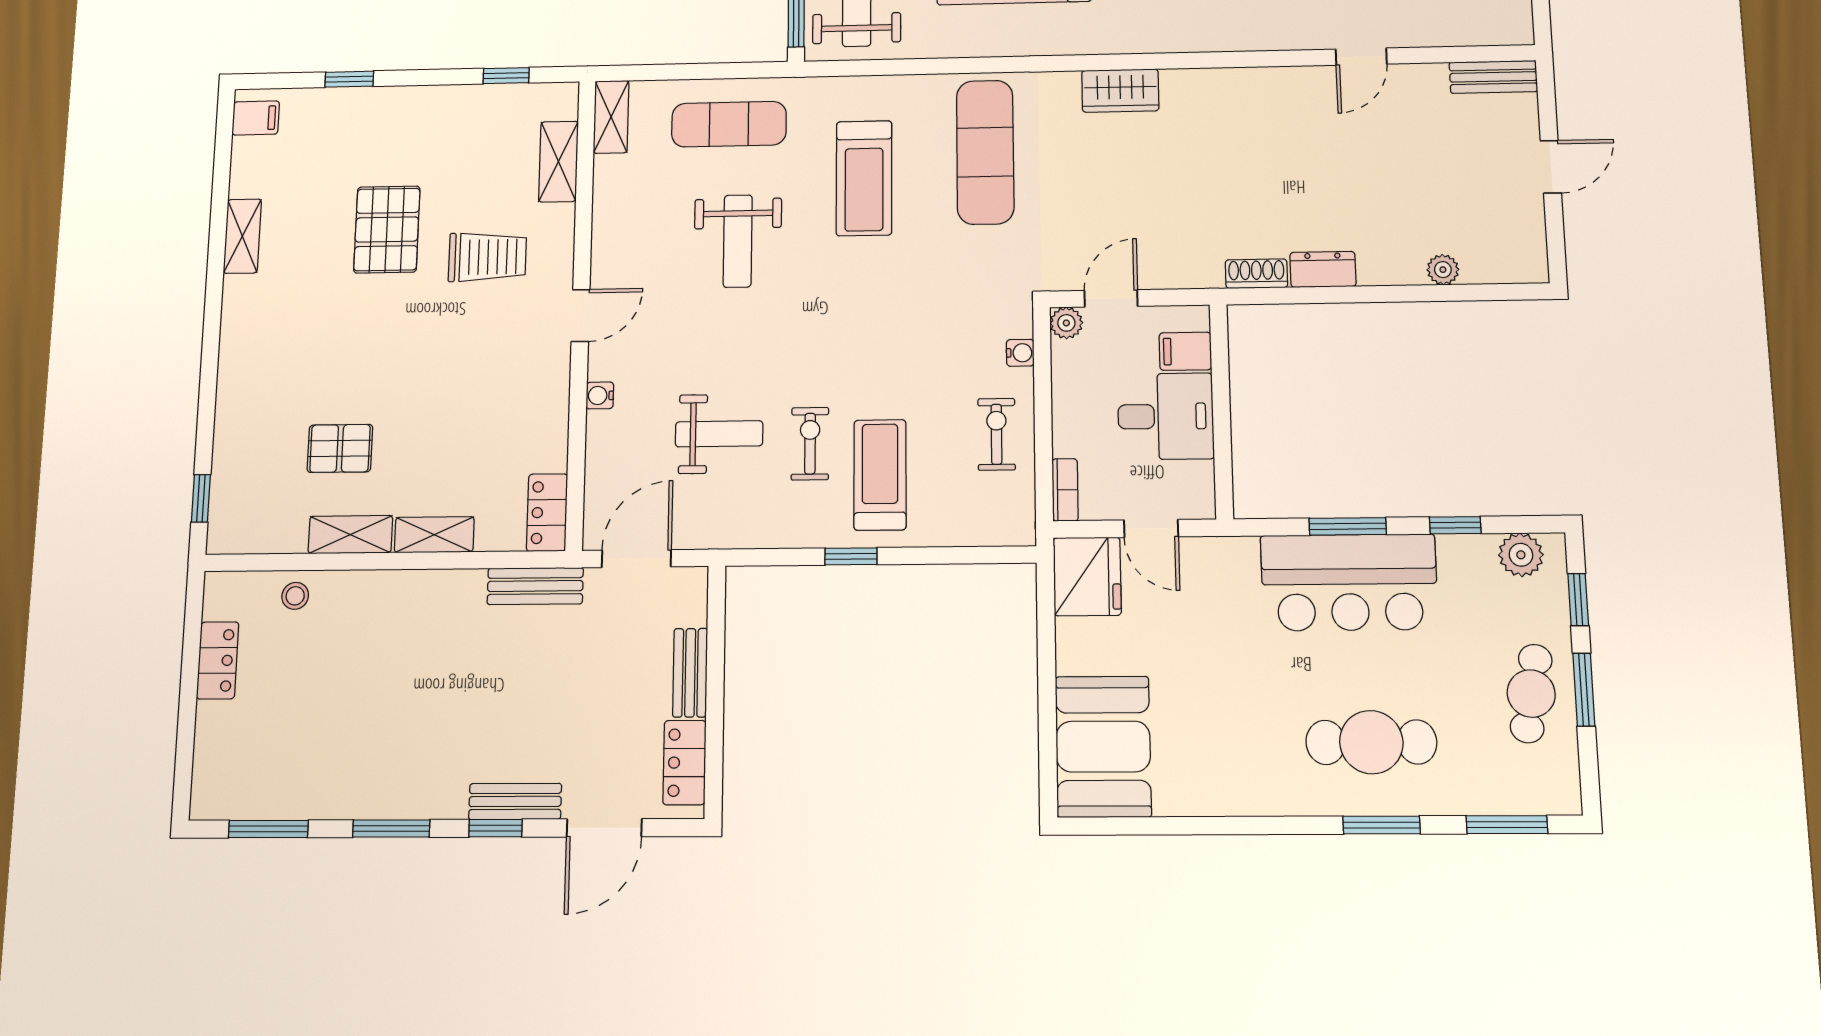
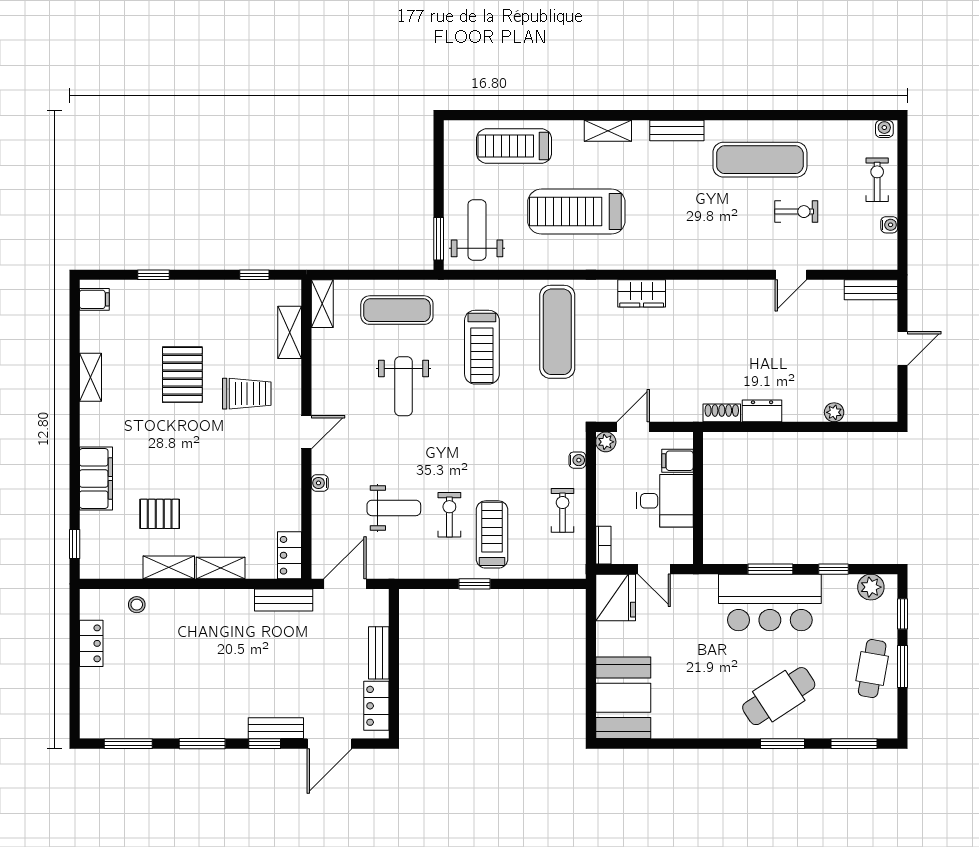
filing cabinet: (241, 393) -> (96, 478), added
cafe table: (1371, 742) -> (779, 696), turned -33

